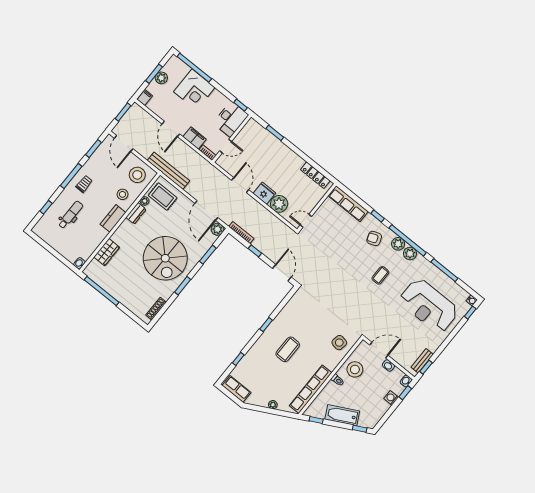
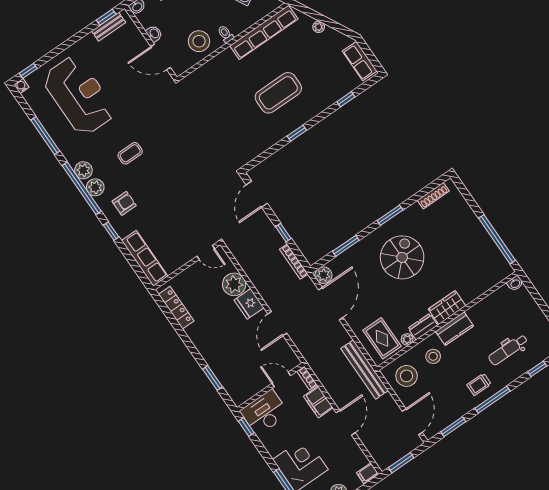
armchair: (374, 238) -> (124, 203), turned -70
wardrobe: (107, 252) -> (447, 307), moved
spiral stairs: (165, 258) -> (402, 257), width x0.73, depth x0.73
side table: (339, 343) -> (209, 82), removed
coffee table: (288, 349) -> (278, 93), width x1.36, depth x1.32

